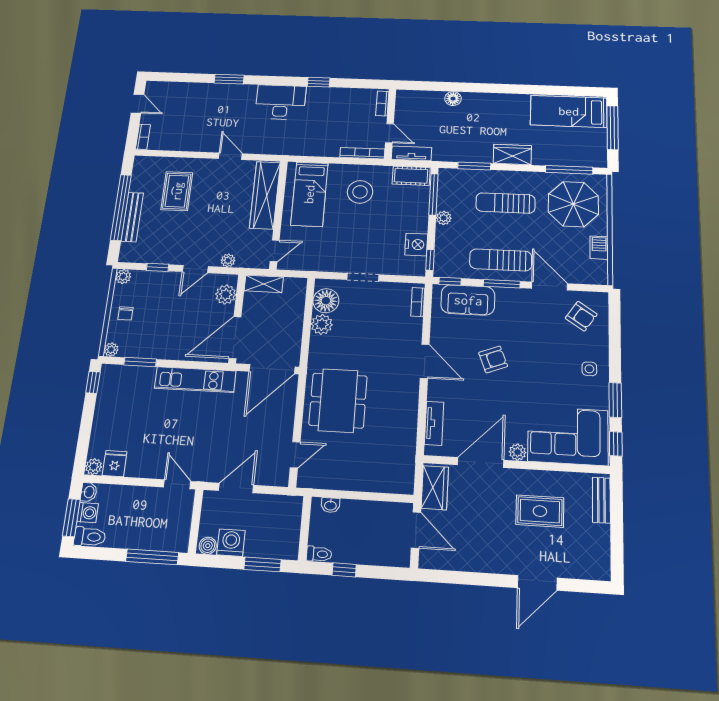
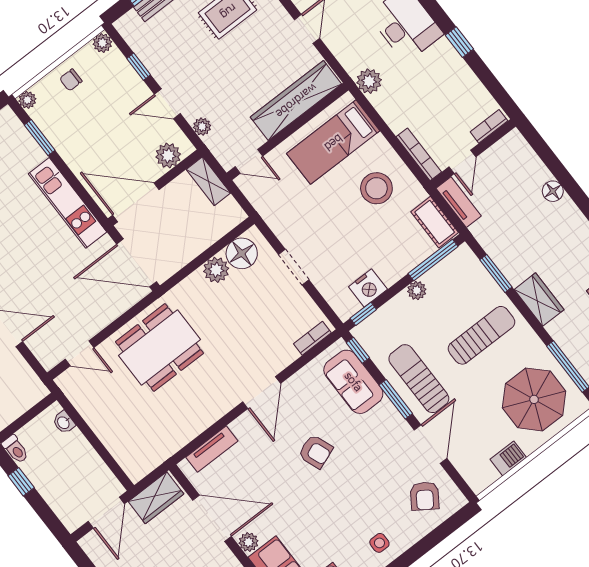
plant: (293, 147) -> (369, 81), added
sun lounger: (505, 203) -> (482, 335), turned 90

